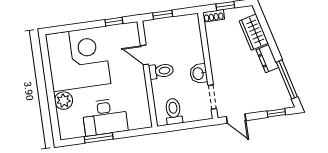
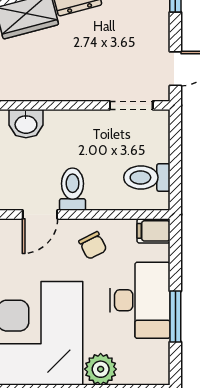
washbasin: (199, 74) -> (26, 124), moved
chair: (132, 87) -> (93, 245), added
filing cabinet: (144, 119) -> (154, 231), added

